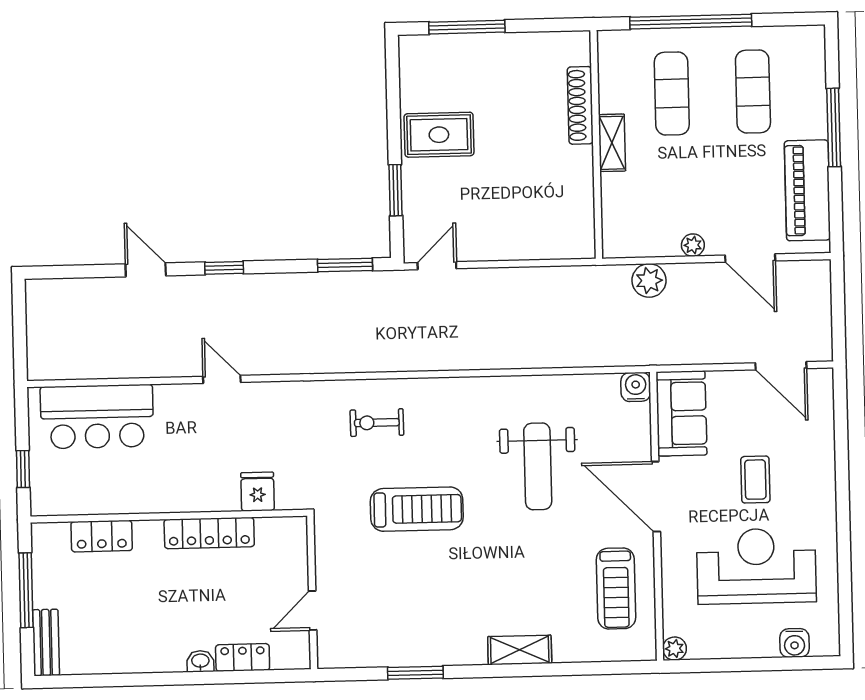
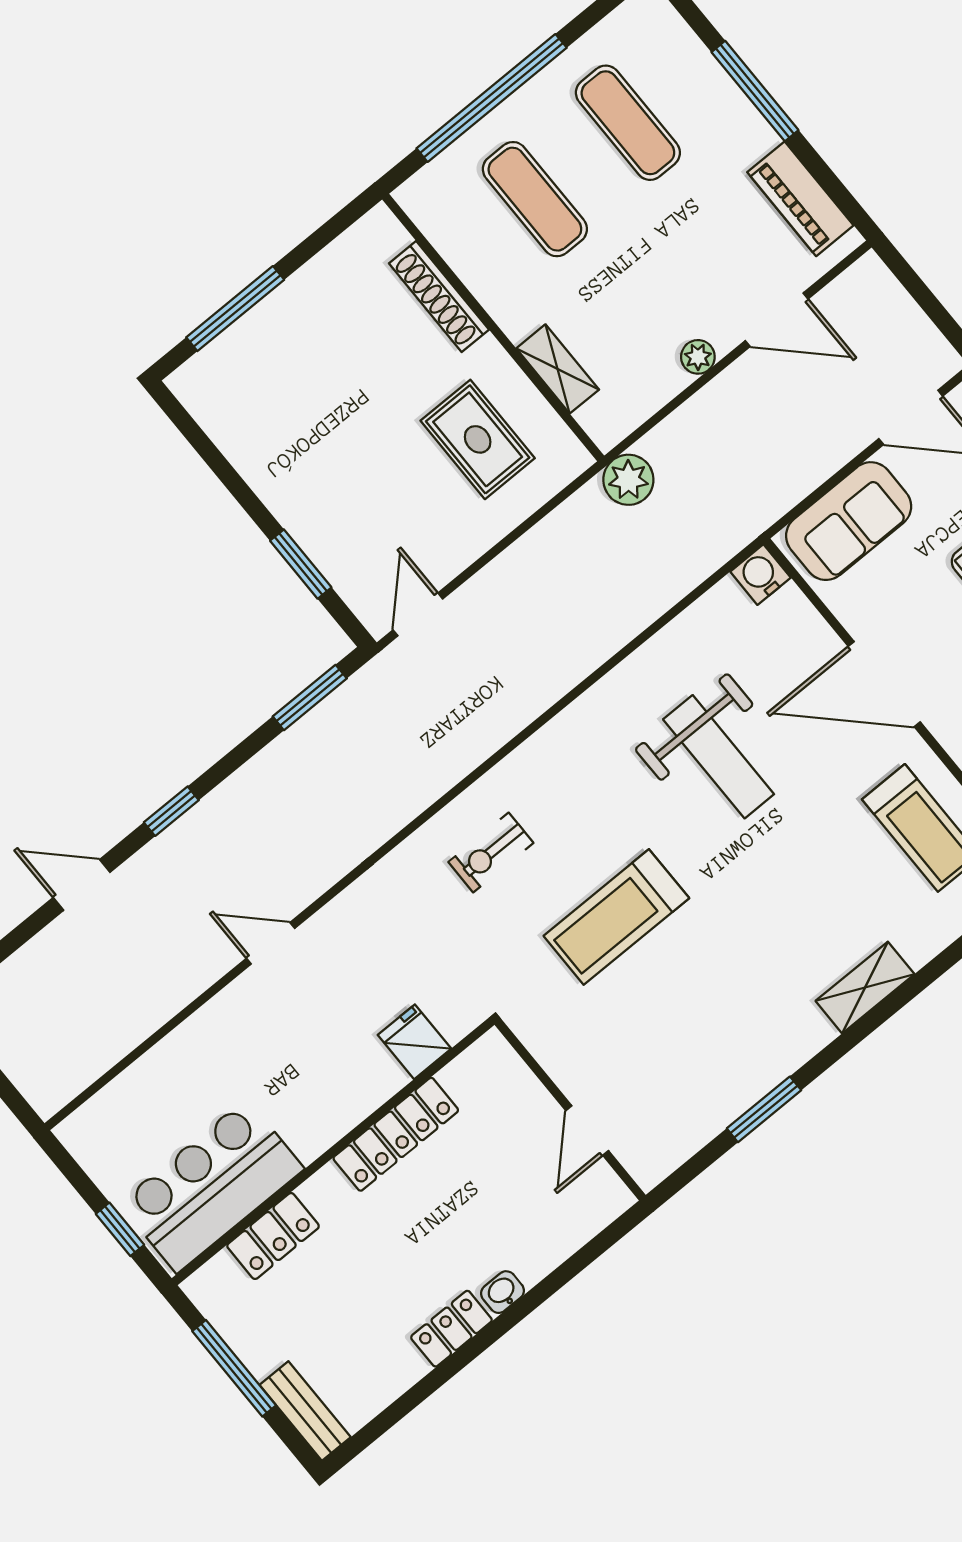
rug: (439, 135) -> (478, 439), moved, turned 90
shelving: (612, 143) -> (558, 369), moved
piano: (807, 190) -> (800, 199), width x0.73, depth x0.75
plant: (649, 280) -> (628, 480), moved
sofa: (681, 413) -> (849, 521), moved, turned 90
bar counter: (97, 417) -> (212, 1186), moved, turned 180
treadmill: (417, 509) -> (616, 917), turned 180
locker: (243, 657) -> (451, 1329), moved

